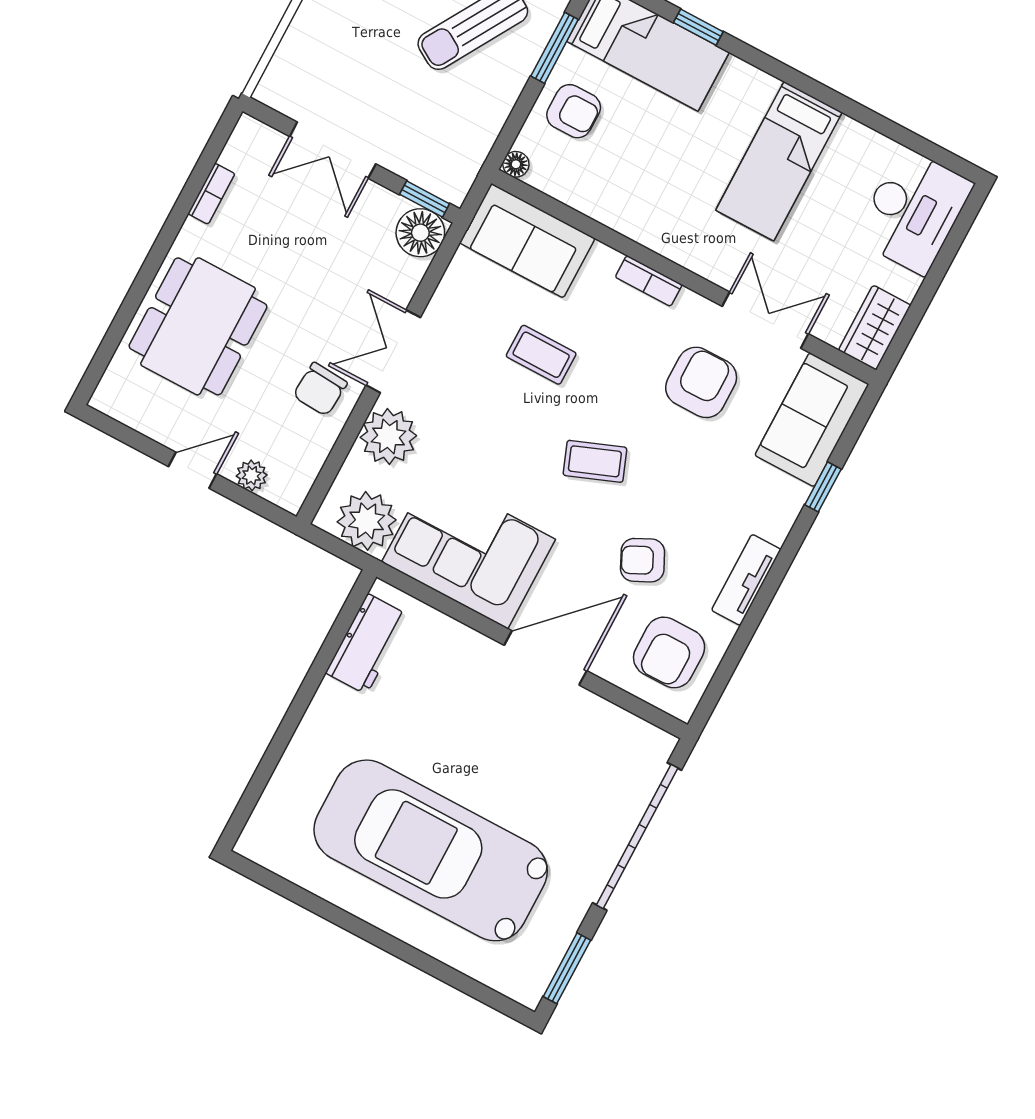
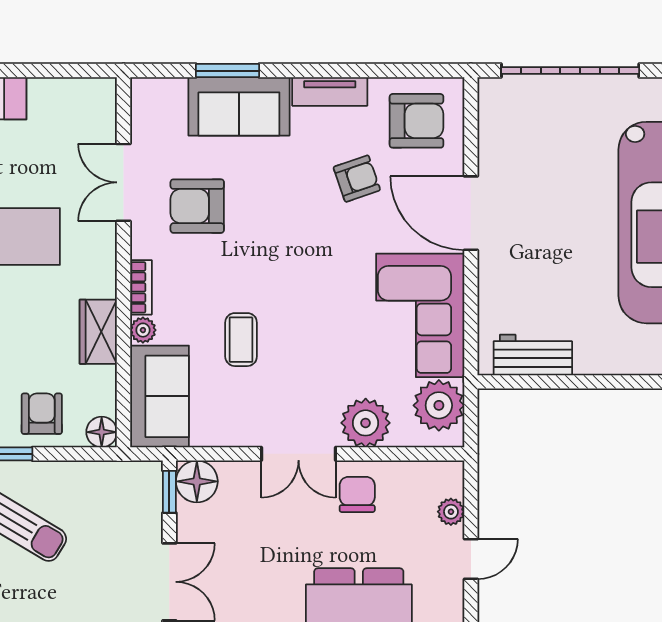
floor lamp: (516, 164) -> (102, 432), width x1.37, depth x1.37
plant: (604, 260) -> (143, 330), added
wardrobe: (875, 328) -> (98, 332), moved, turned 90
chair: (320, 389) -> (357, 494), turned -94
sofa: (812, 420) -> (239, 106), moved
coffee table: (595, 461) -> (301, 255), removed
door: (192, 470) -> (471, 559), swing flipped
window: (823, 487) -> (228, 71), width x1.50
armchair: (643, 560) -> (357, 179), turned -83

